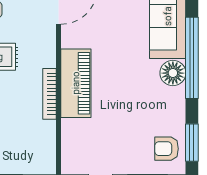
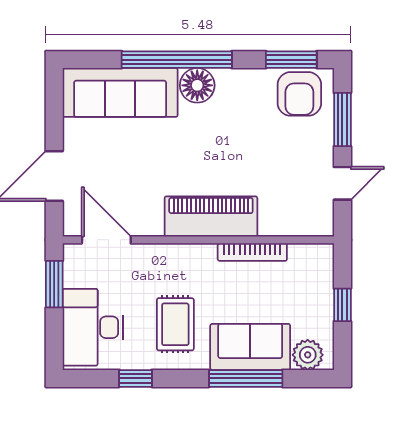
bookcase: (49, 94) -> (252, 252), moved
armchair: (167, 149) -> (299, 94), width x1.38, depth x1.38

